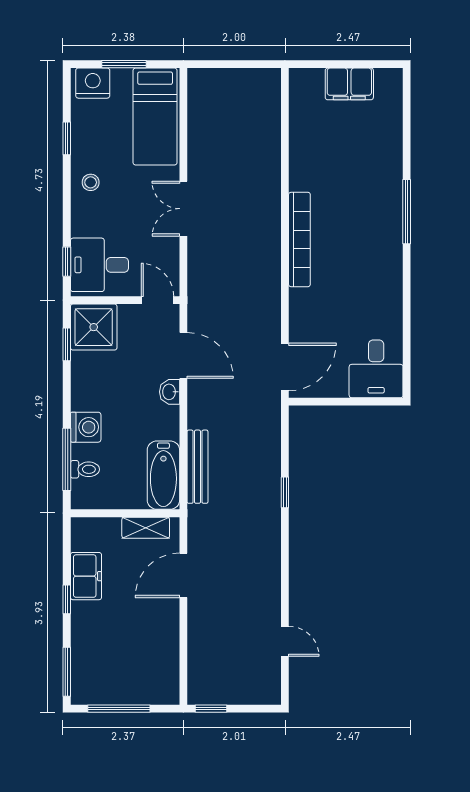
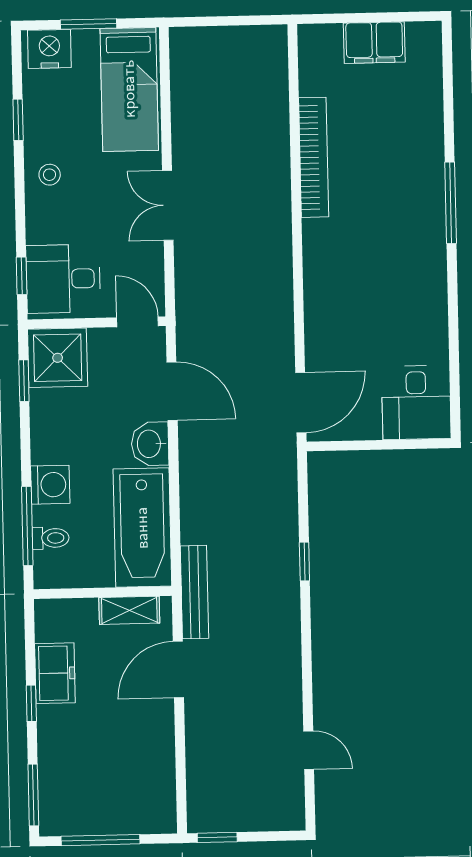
bookcase: (299, 239) -> (314, 157), moved
washbasin: (170, 392) -> (150, 444), width x1.38, depth x1.45
bench: (198, 467) -> (194, 592), moved
bathtub: (163, 475) -> (142, 528), width x1.36, depth x1.36

